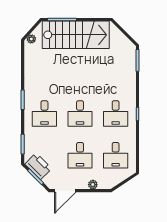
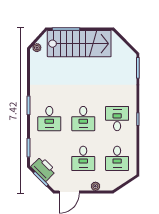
desk: (116, 113) -> (117, 119), turned 180

